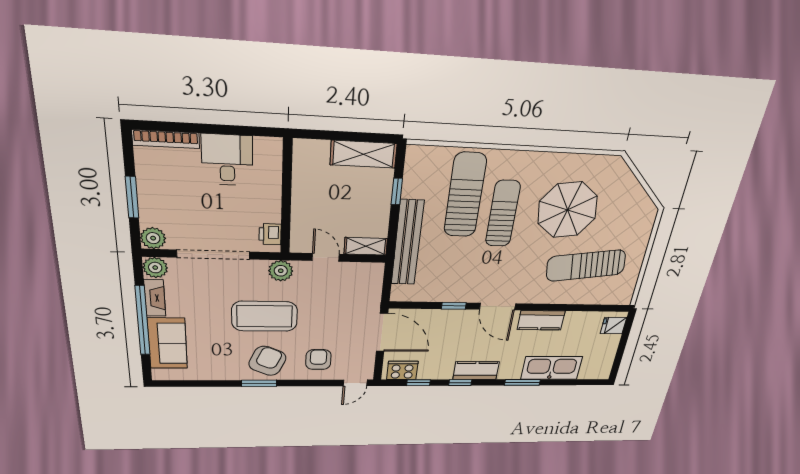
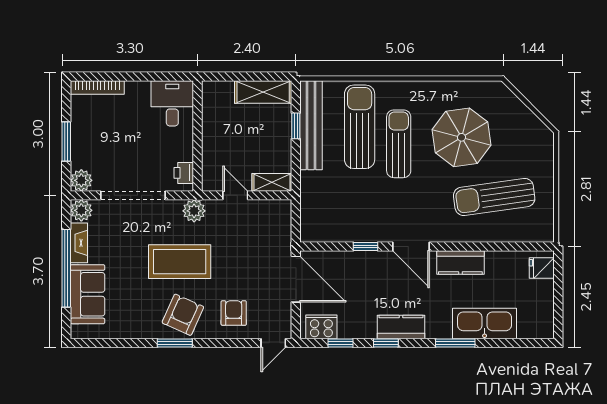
desk: (227, 160) -> (172, 103), moved
bench: (407, 243) -> (311, 125), moved

